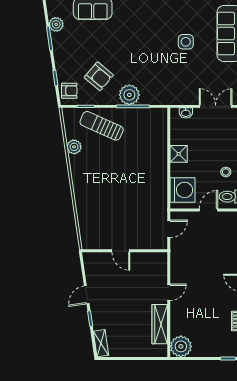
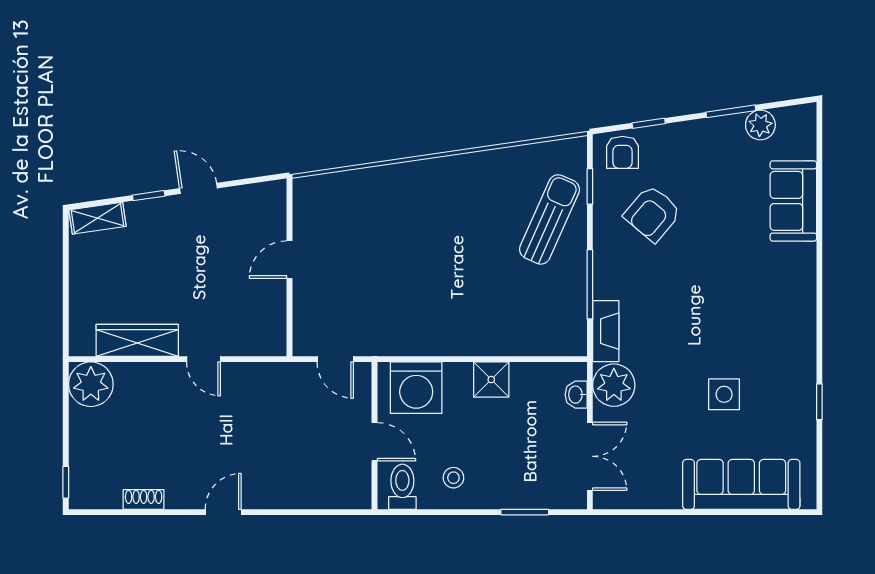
plant: (129, 95) -> (614, 385), moved
fireplace: (155, 99) -> (606, 331), added
plant: (74, 147) -> (506, 162), removed

